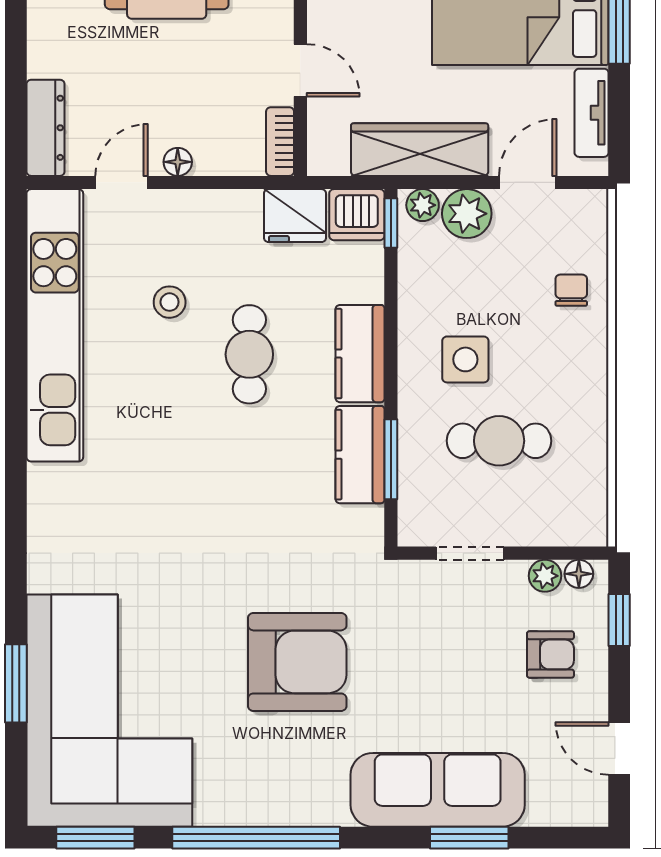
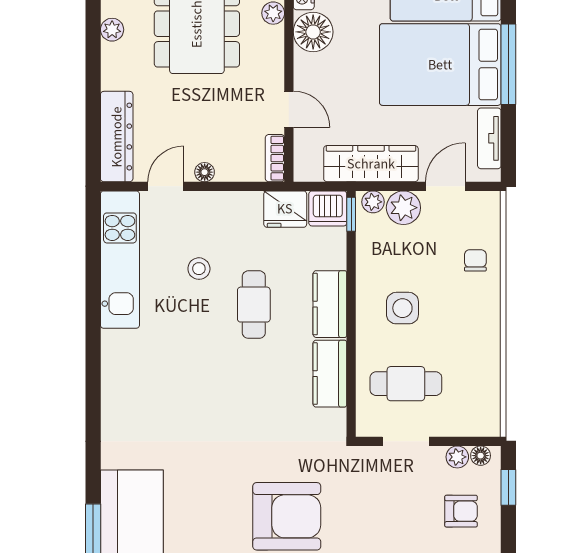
dresser: (46, 128) -> (117, 137), width x1.37, depth x1.24
kitchen unit: (55, 325) -> (120, 260), width x0.73
cafe table: (499, 441) -> (406, 384), moved
window: (391, 459) -> (351, 377), removed

